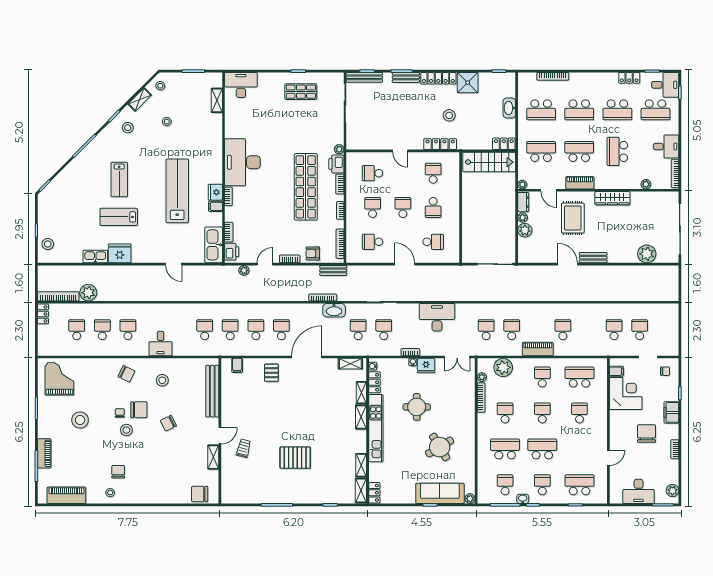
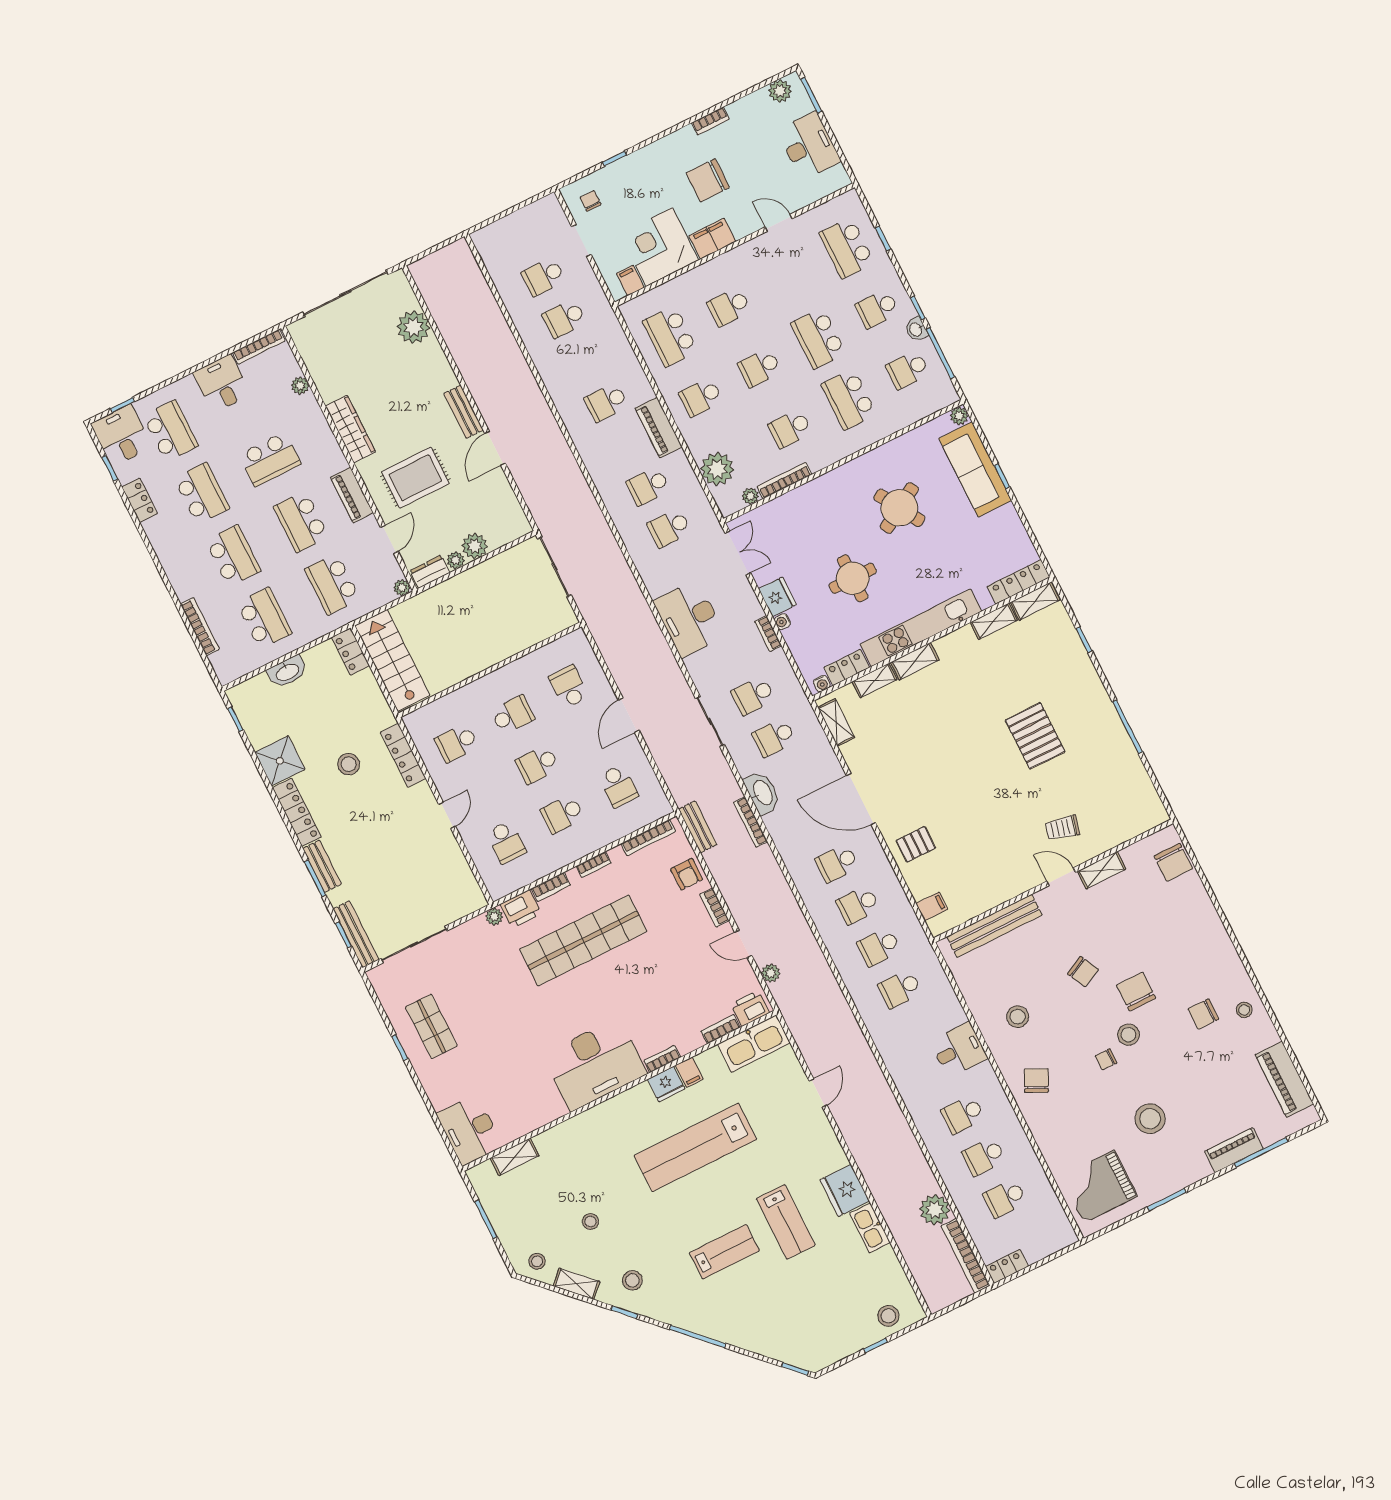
chair: (139, 410) -> (1136, 992), moved
filing cabinet: (671, 412) -> (712, 239), moved, turned 180
locker: (374, 493) -> (1019, 582), width x1.53

